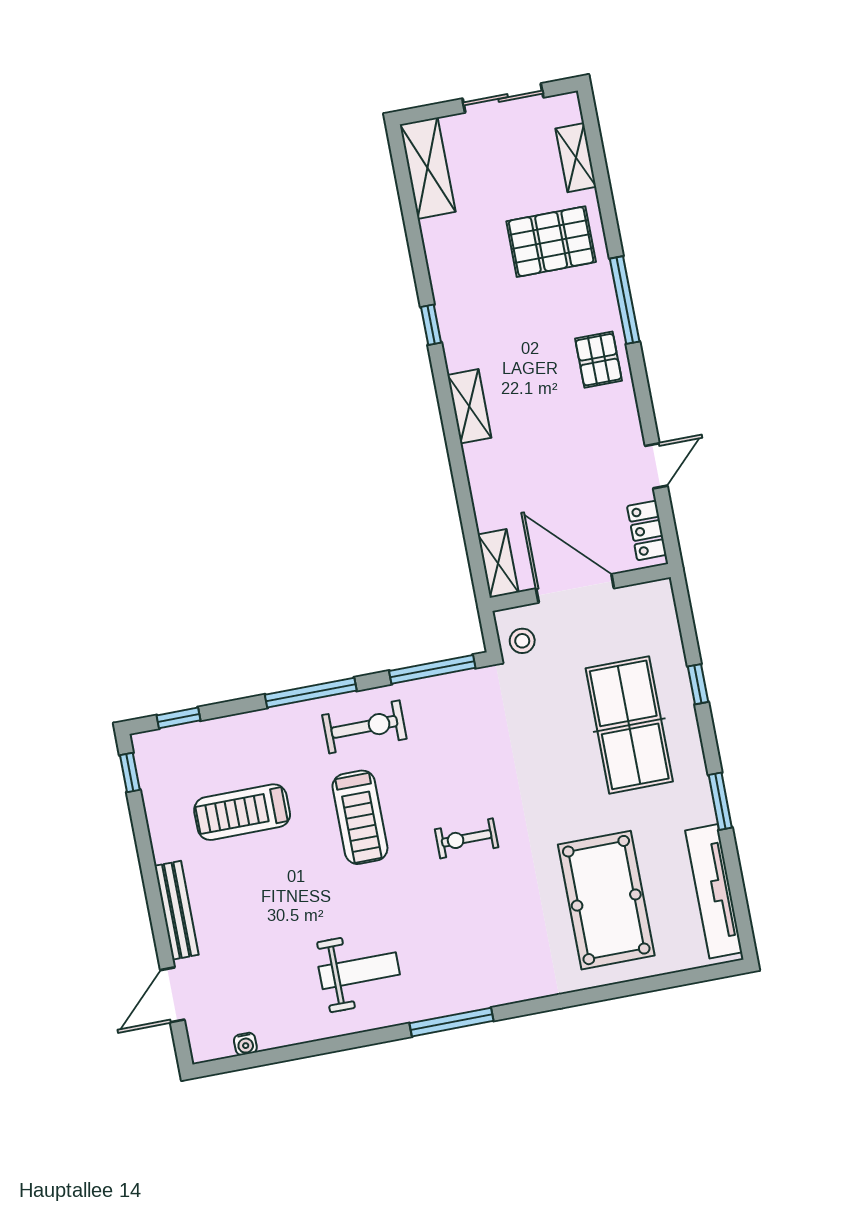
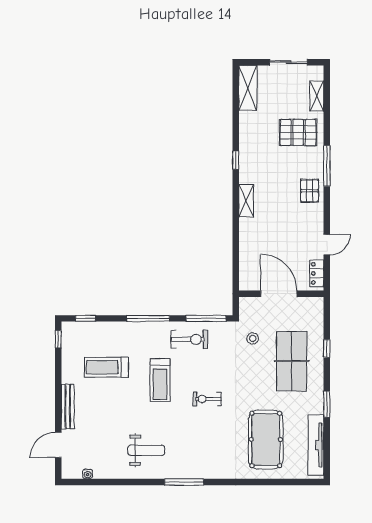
shelving: (498, 563) -> (246, 276), removed
stool: (522, 641) -> (253, 338), moved
exercise bike: (364, 727) -> (189, 339), moved

